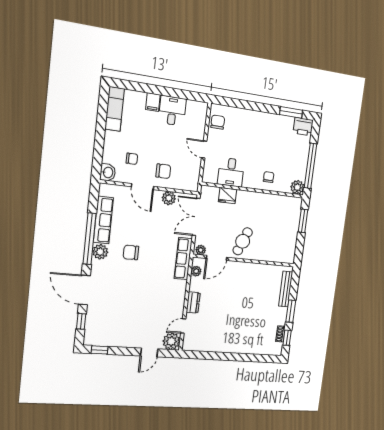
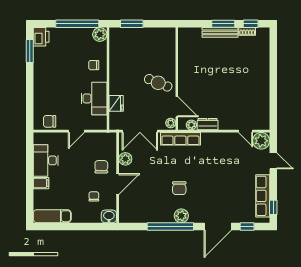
desk: (172, 111) -> (46, 160), width x1.37
desk: (231, 172) -> (94, 98), width x1.37
row of seats: (103, 220) -> (263, 196), moved, turned -90
bench: (286, 289) -> (220, 32), moved
dresser: (193, 302) -> (208, 124), moved

